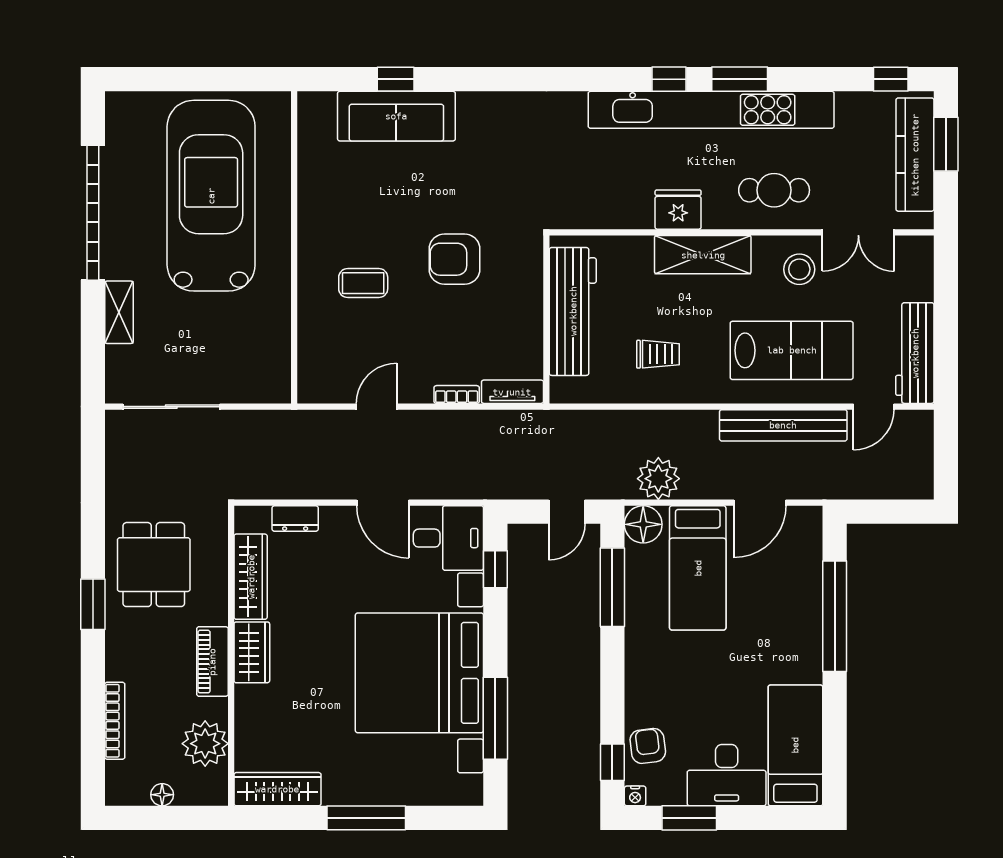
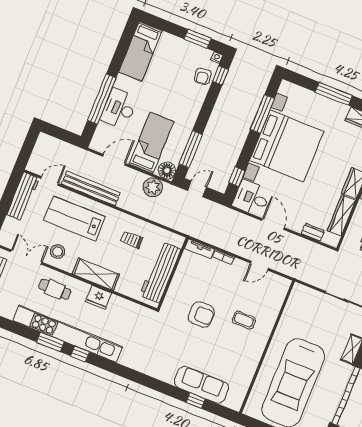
desk: (727, 775) -> (119, 109), moved, turned -90

